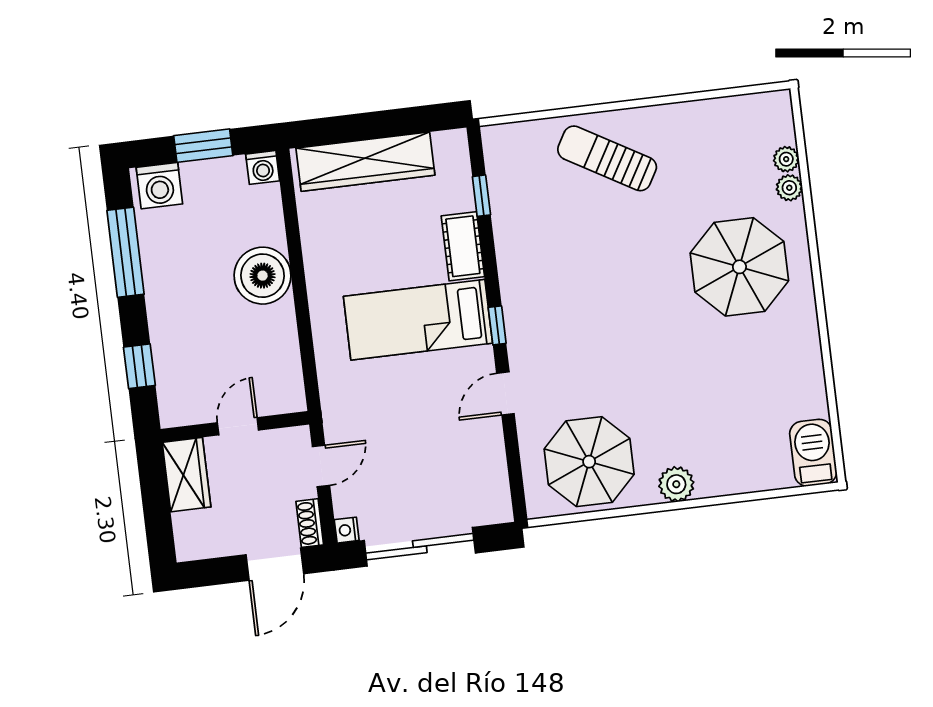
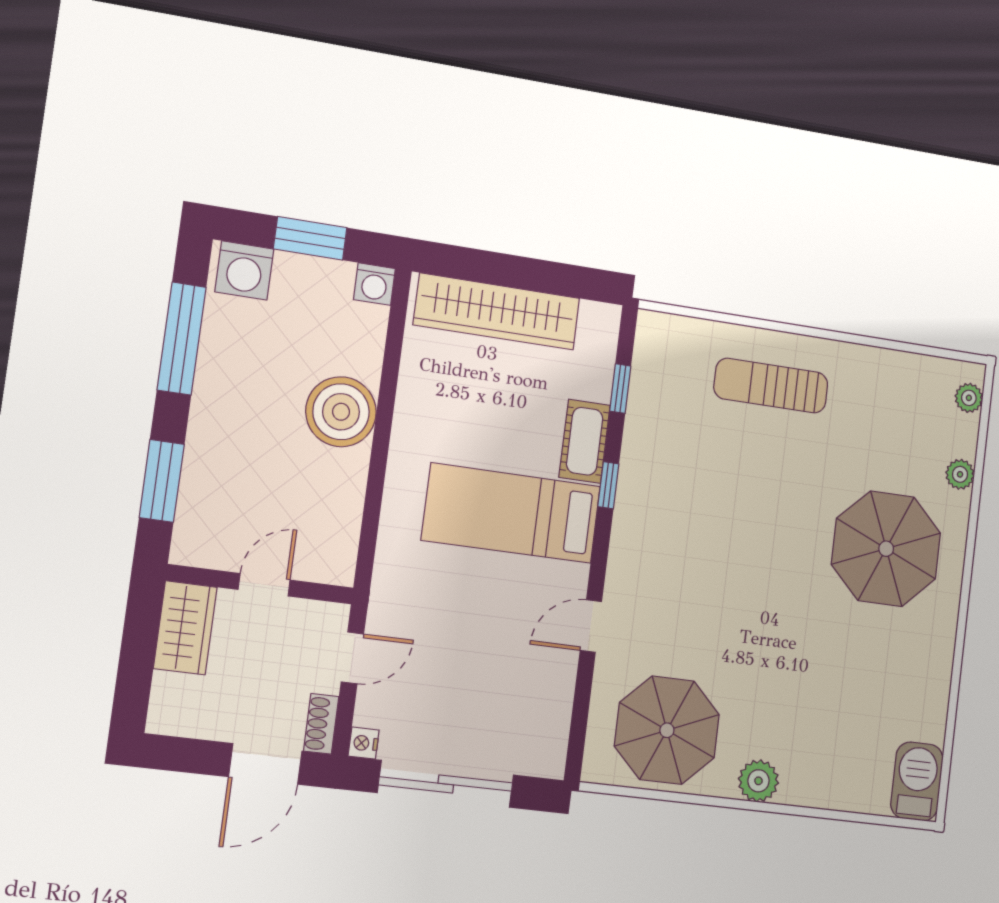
sun lounger: (607, 158) -> (771, 386), turned -30
plant: (786, 159) -> (969, 398), moved
window: (497, 325) -> (608, 485), moved
window: (139, 366) -> (162, 481), width x1.50

